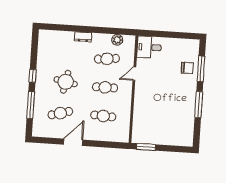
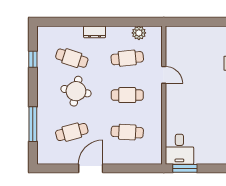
desk: (149, 47) -> (179, 149), moved, turned -90
cafe table: (64, 56) -> (72, 58), added
door: (134, 74) -> (164, 75), swing flipped
window: (33, 76) -> (33, 59), moved

